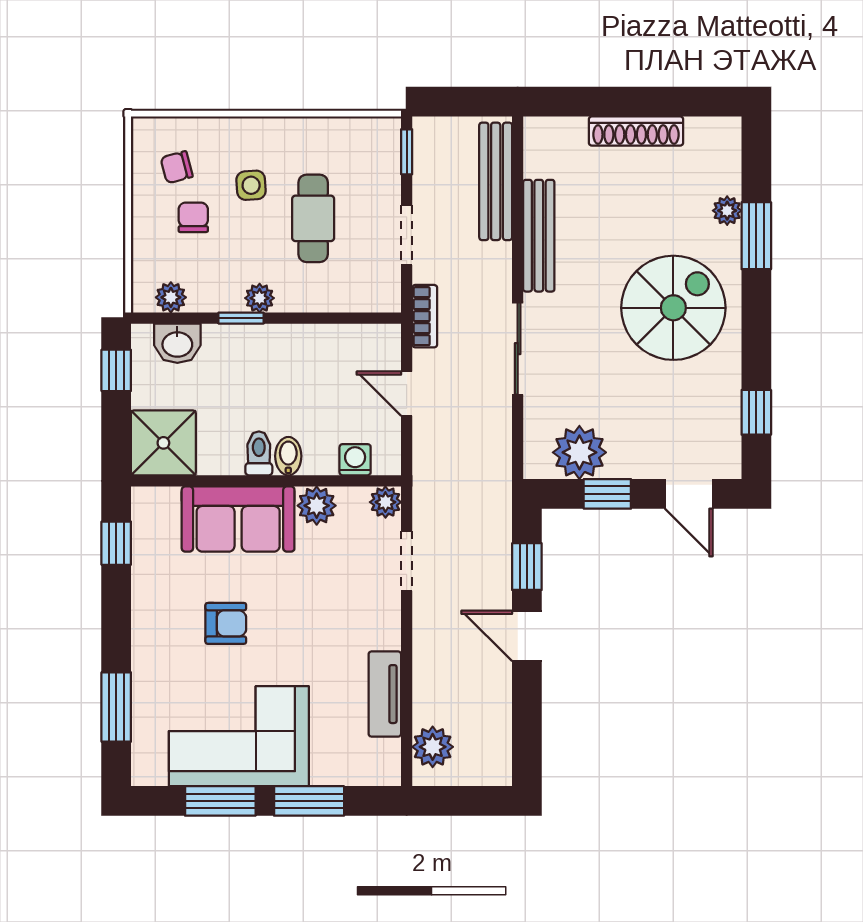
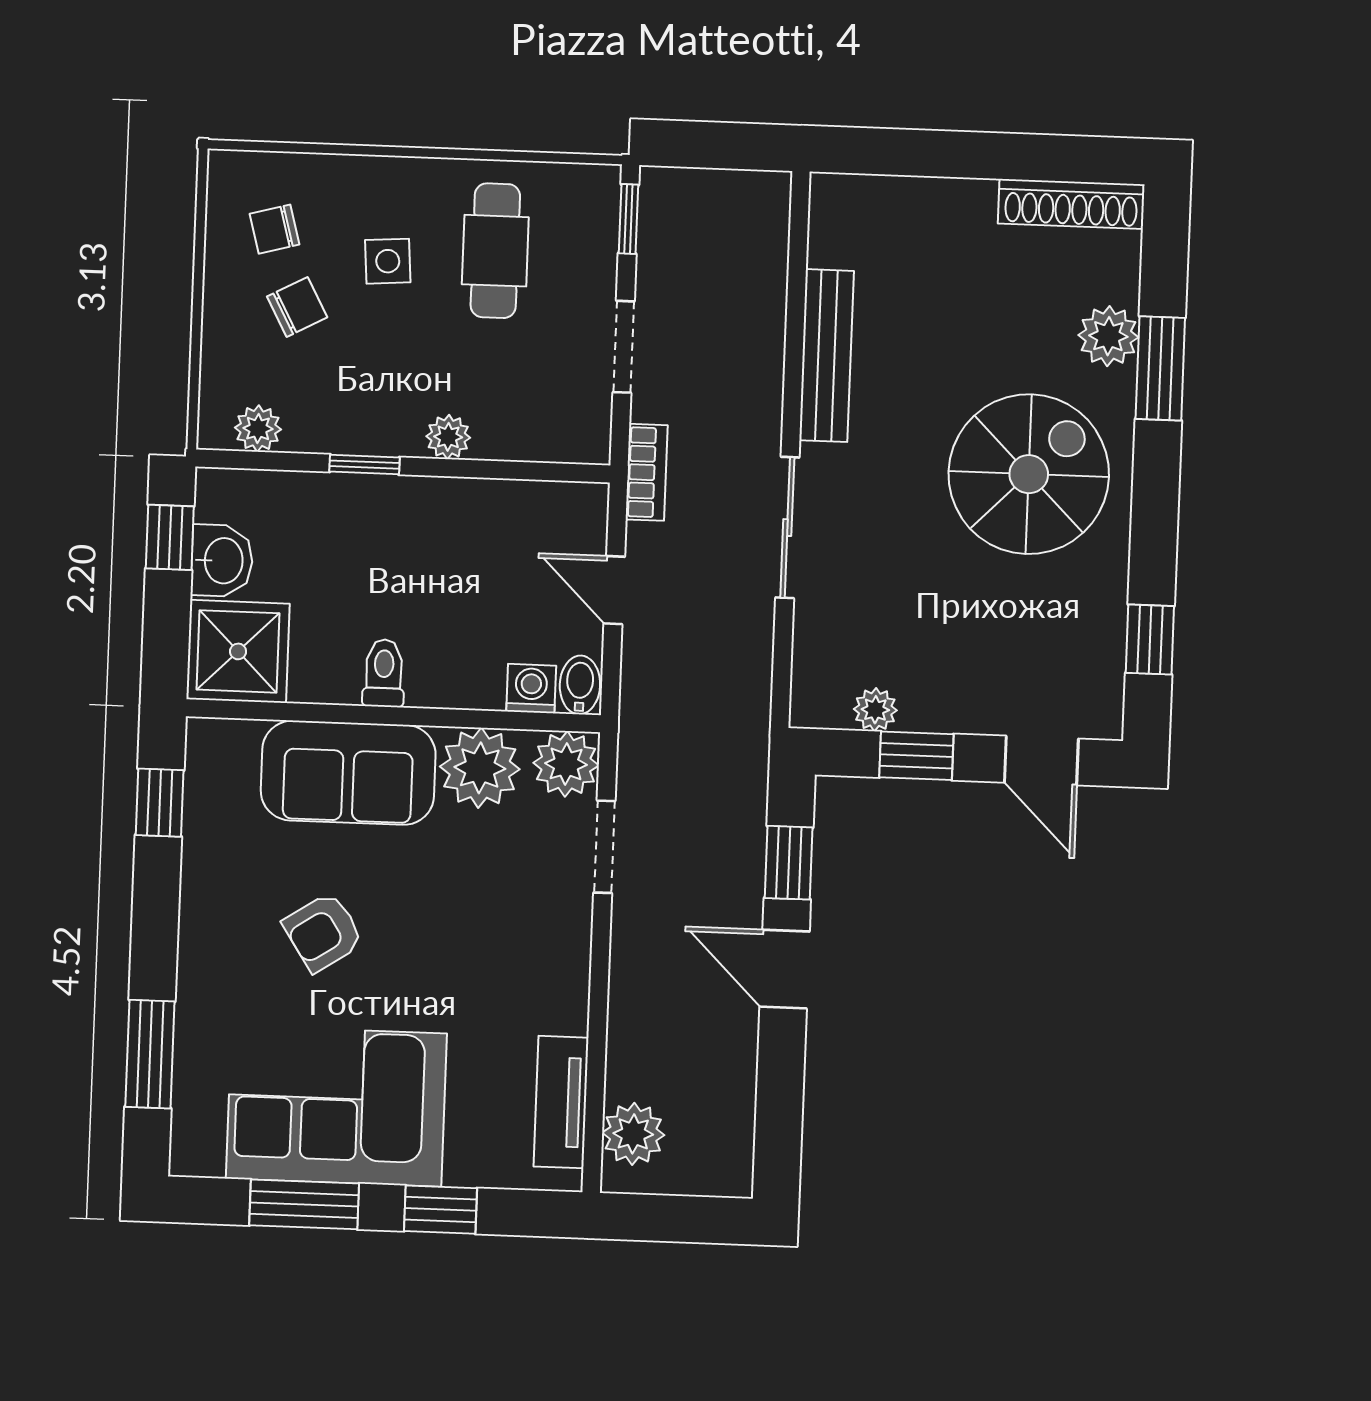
shoe rack: (636, 131) -> (1071, 204), moved
bench: (496, 181) -> (763, 270), removed
plant: (727, 211) -> (1108, 336), width x1.38, depth x1.38
chair: (193, 217) -> (297, 307), turned 62
cafe table: (313, 218) -> (495, 251), moved
plant: (260, 298) -> (448, 437), moved
washbasin: (177, 343) -> (222, 561), moved, turned -90
plant: (579, 452) -> (875, 710), width x0.53, depth x0.53
bidet: (288, 456) -> (580, 685), moved
plant: (385, 502) -> (566, 764), width x1.38, depth x1.38
plant: (317, 506) -> (480, 768), width x1.36, depth x1.36
armchair: (226, 623) -> (323, 932), turned 147
tv unit: (385, 694) -> (561, 1102), moved
window: (309, 801) -> (440, 1210), width x0.67

